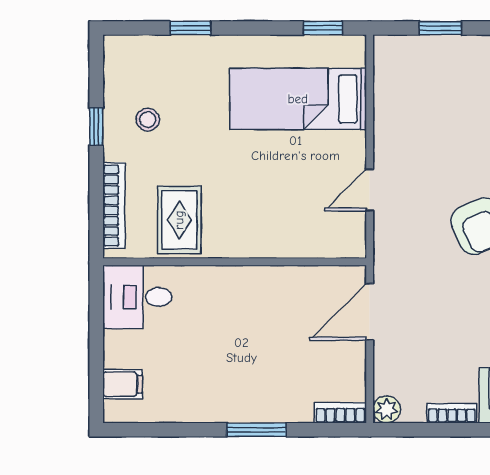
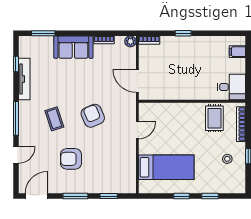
window: (323, 28) -> (182, 196), moved
door: (370, 312) -> (137, 81), swing flipped
window: (256, 430) -> (183, 33), width x0.67

